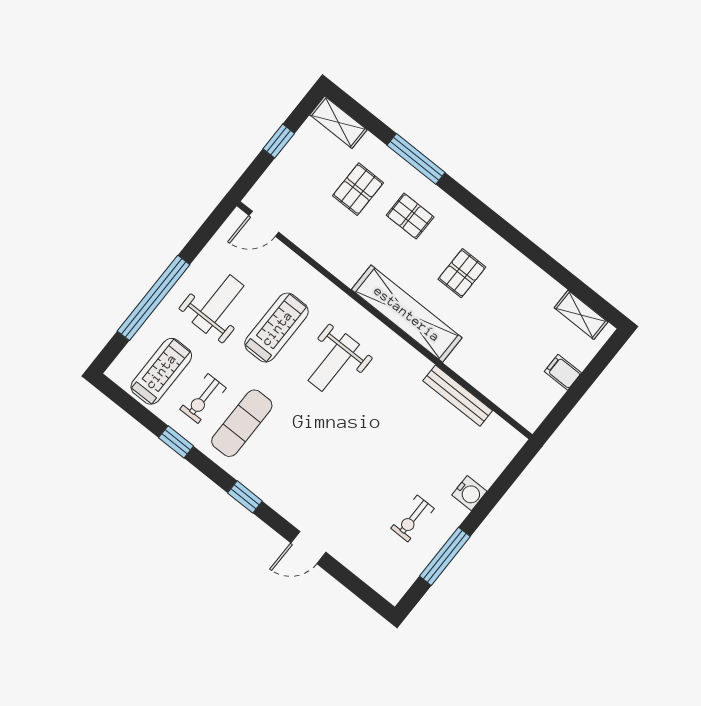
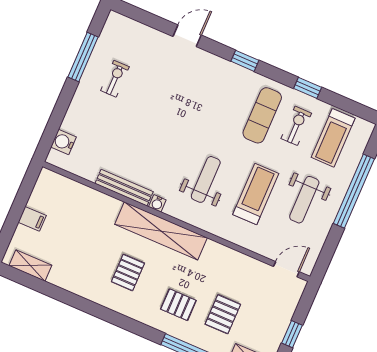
treadmill: (277, 328) -> (256, 194), turned 180
water cooler: (402, 349) -> (157, 203), added
bench: (458, 396) -> (124, 188), moved
water cooler: (469, 493) -> (63, 142), moved

